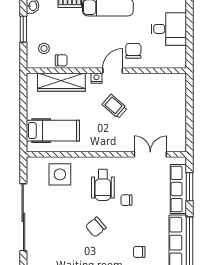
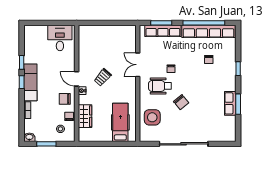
desk: (169, 29) -> (60, 38), moved
chair: (133, 51) -> (65, 99), moved
wardrobe: (61, 82) -> (85, 116), width x0.67
double door: (150, 154) -> (138, 65), moved
wheelchair: (103, 185) -> (160, 86), turned 180
chair: (96, 227) -> (181, 102), moved

